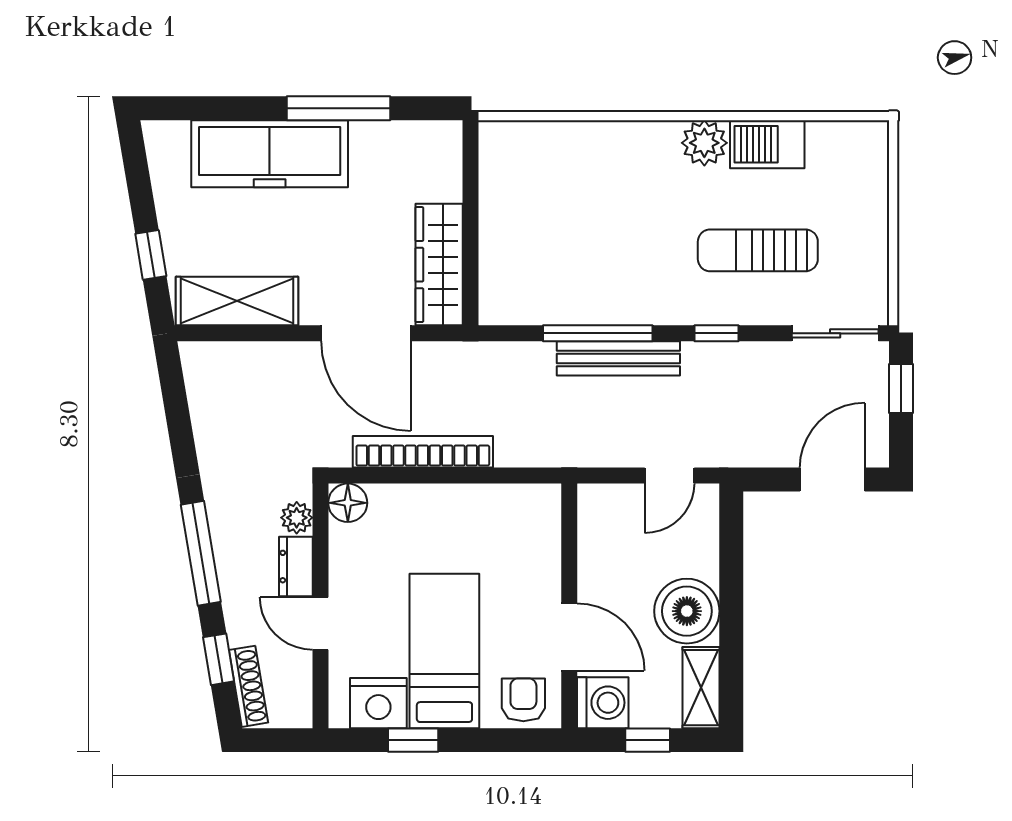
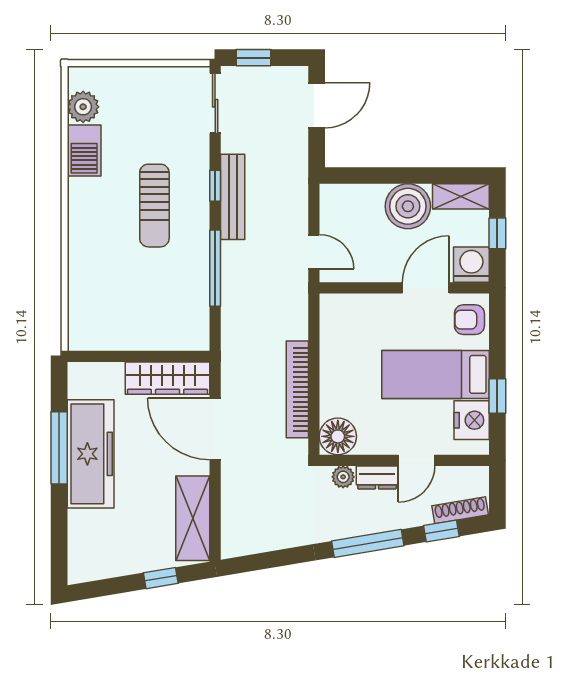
plant: (704, 143) -> (83, 107), moved
freezer: (270, 154) -> (91, 454), moved
sun lounger: (758, 250) -> (154, 206), moved
door: (366, 333) -> (215, 429), swing flipped
bench: (618, 358) -> (233, 197), moved
door: (670, 476) -> (314, 252), moved
door: (832, 479) -> (317, 105), swing flipped
floor lamp: (348, 503) -> (338, 436), width x1.38, depth x1.38

